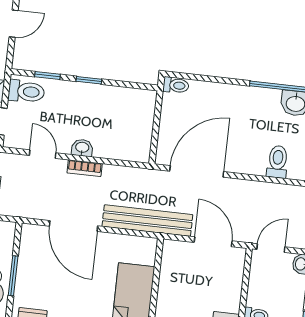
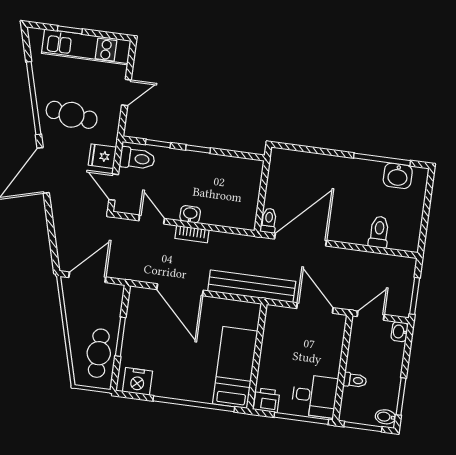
toilet: (176, 85) -> (269, 221), moved, turned -90

